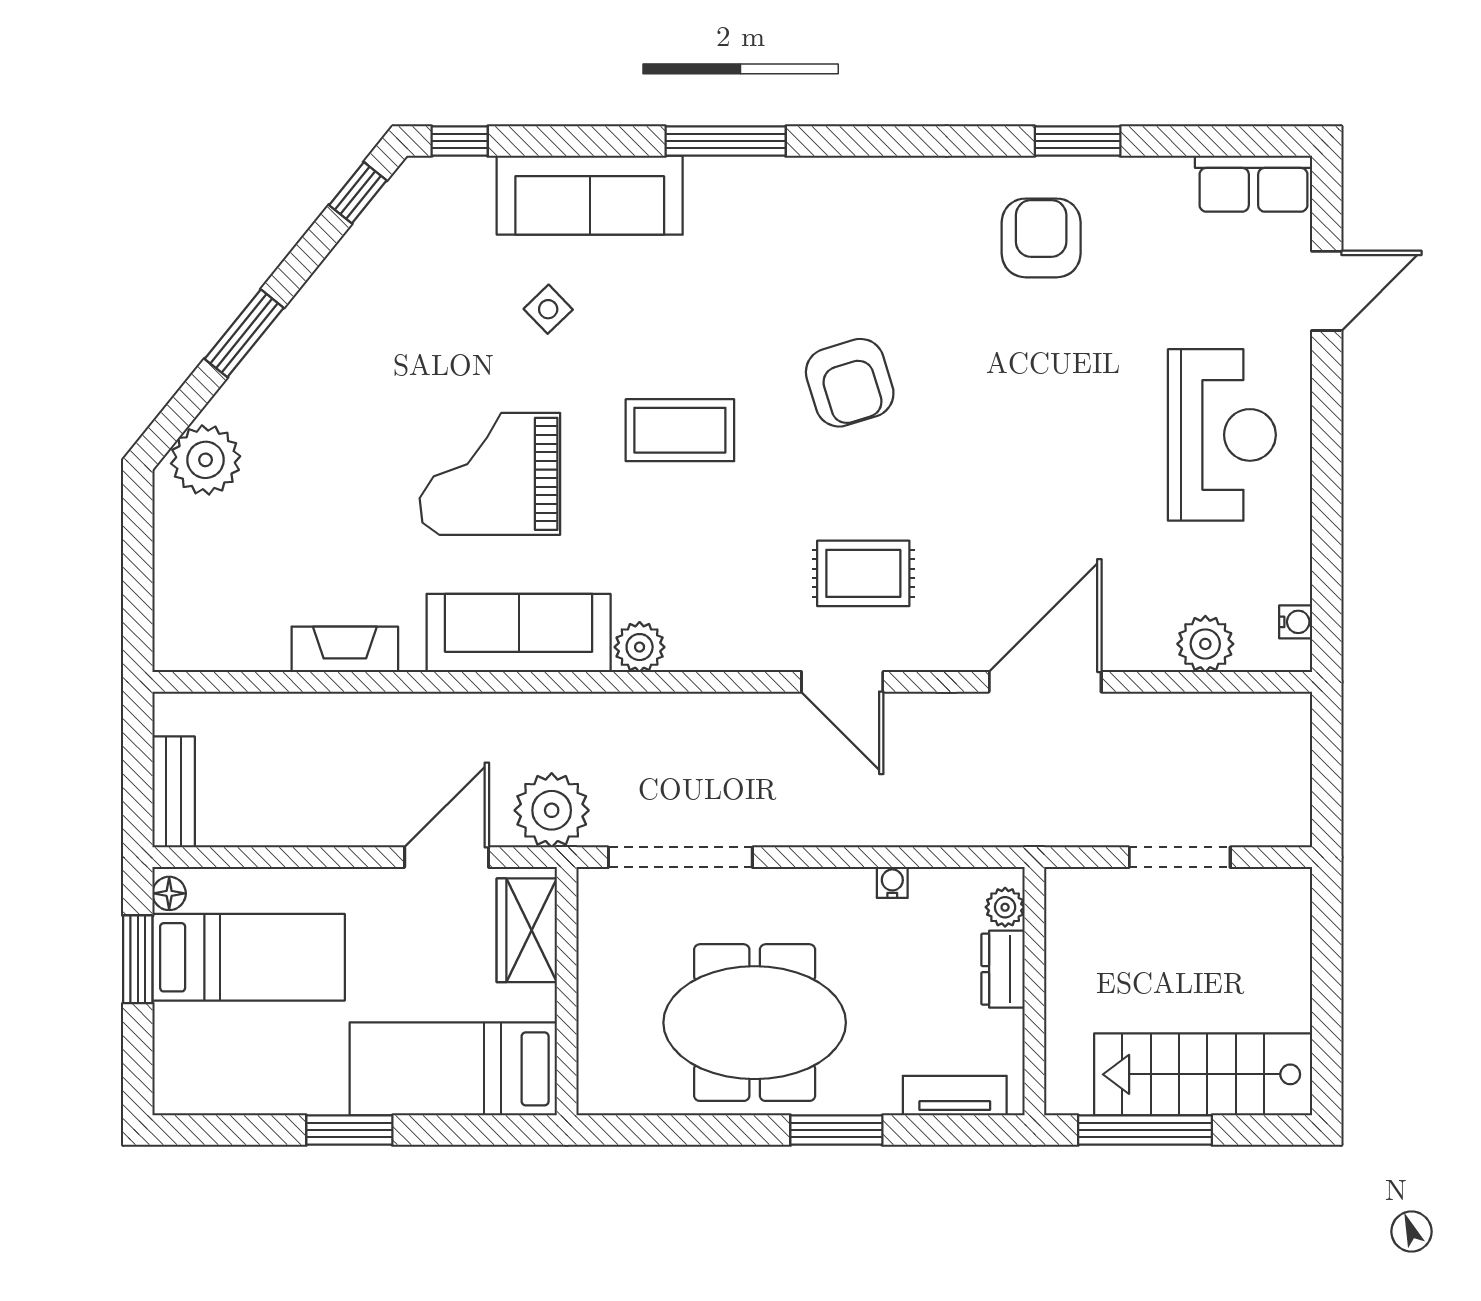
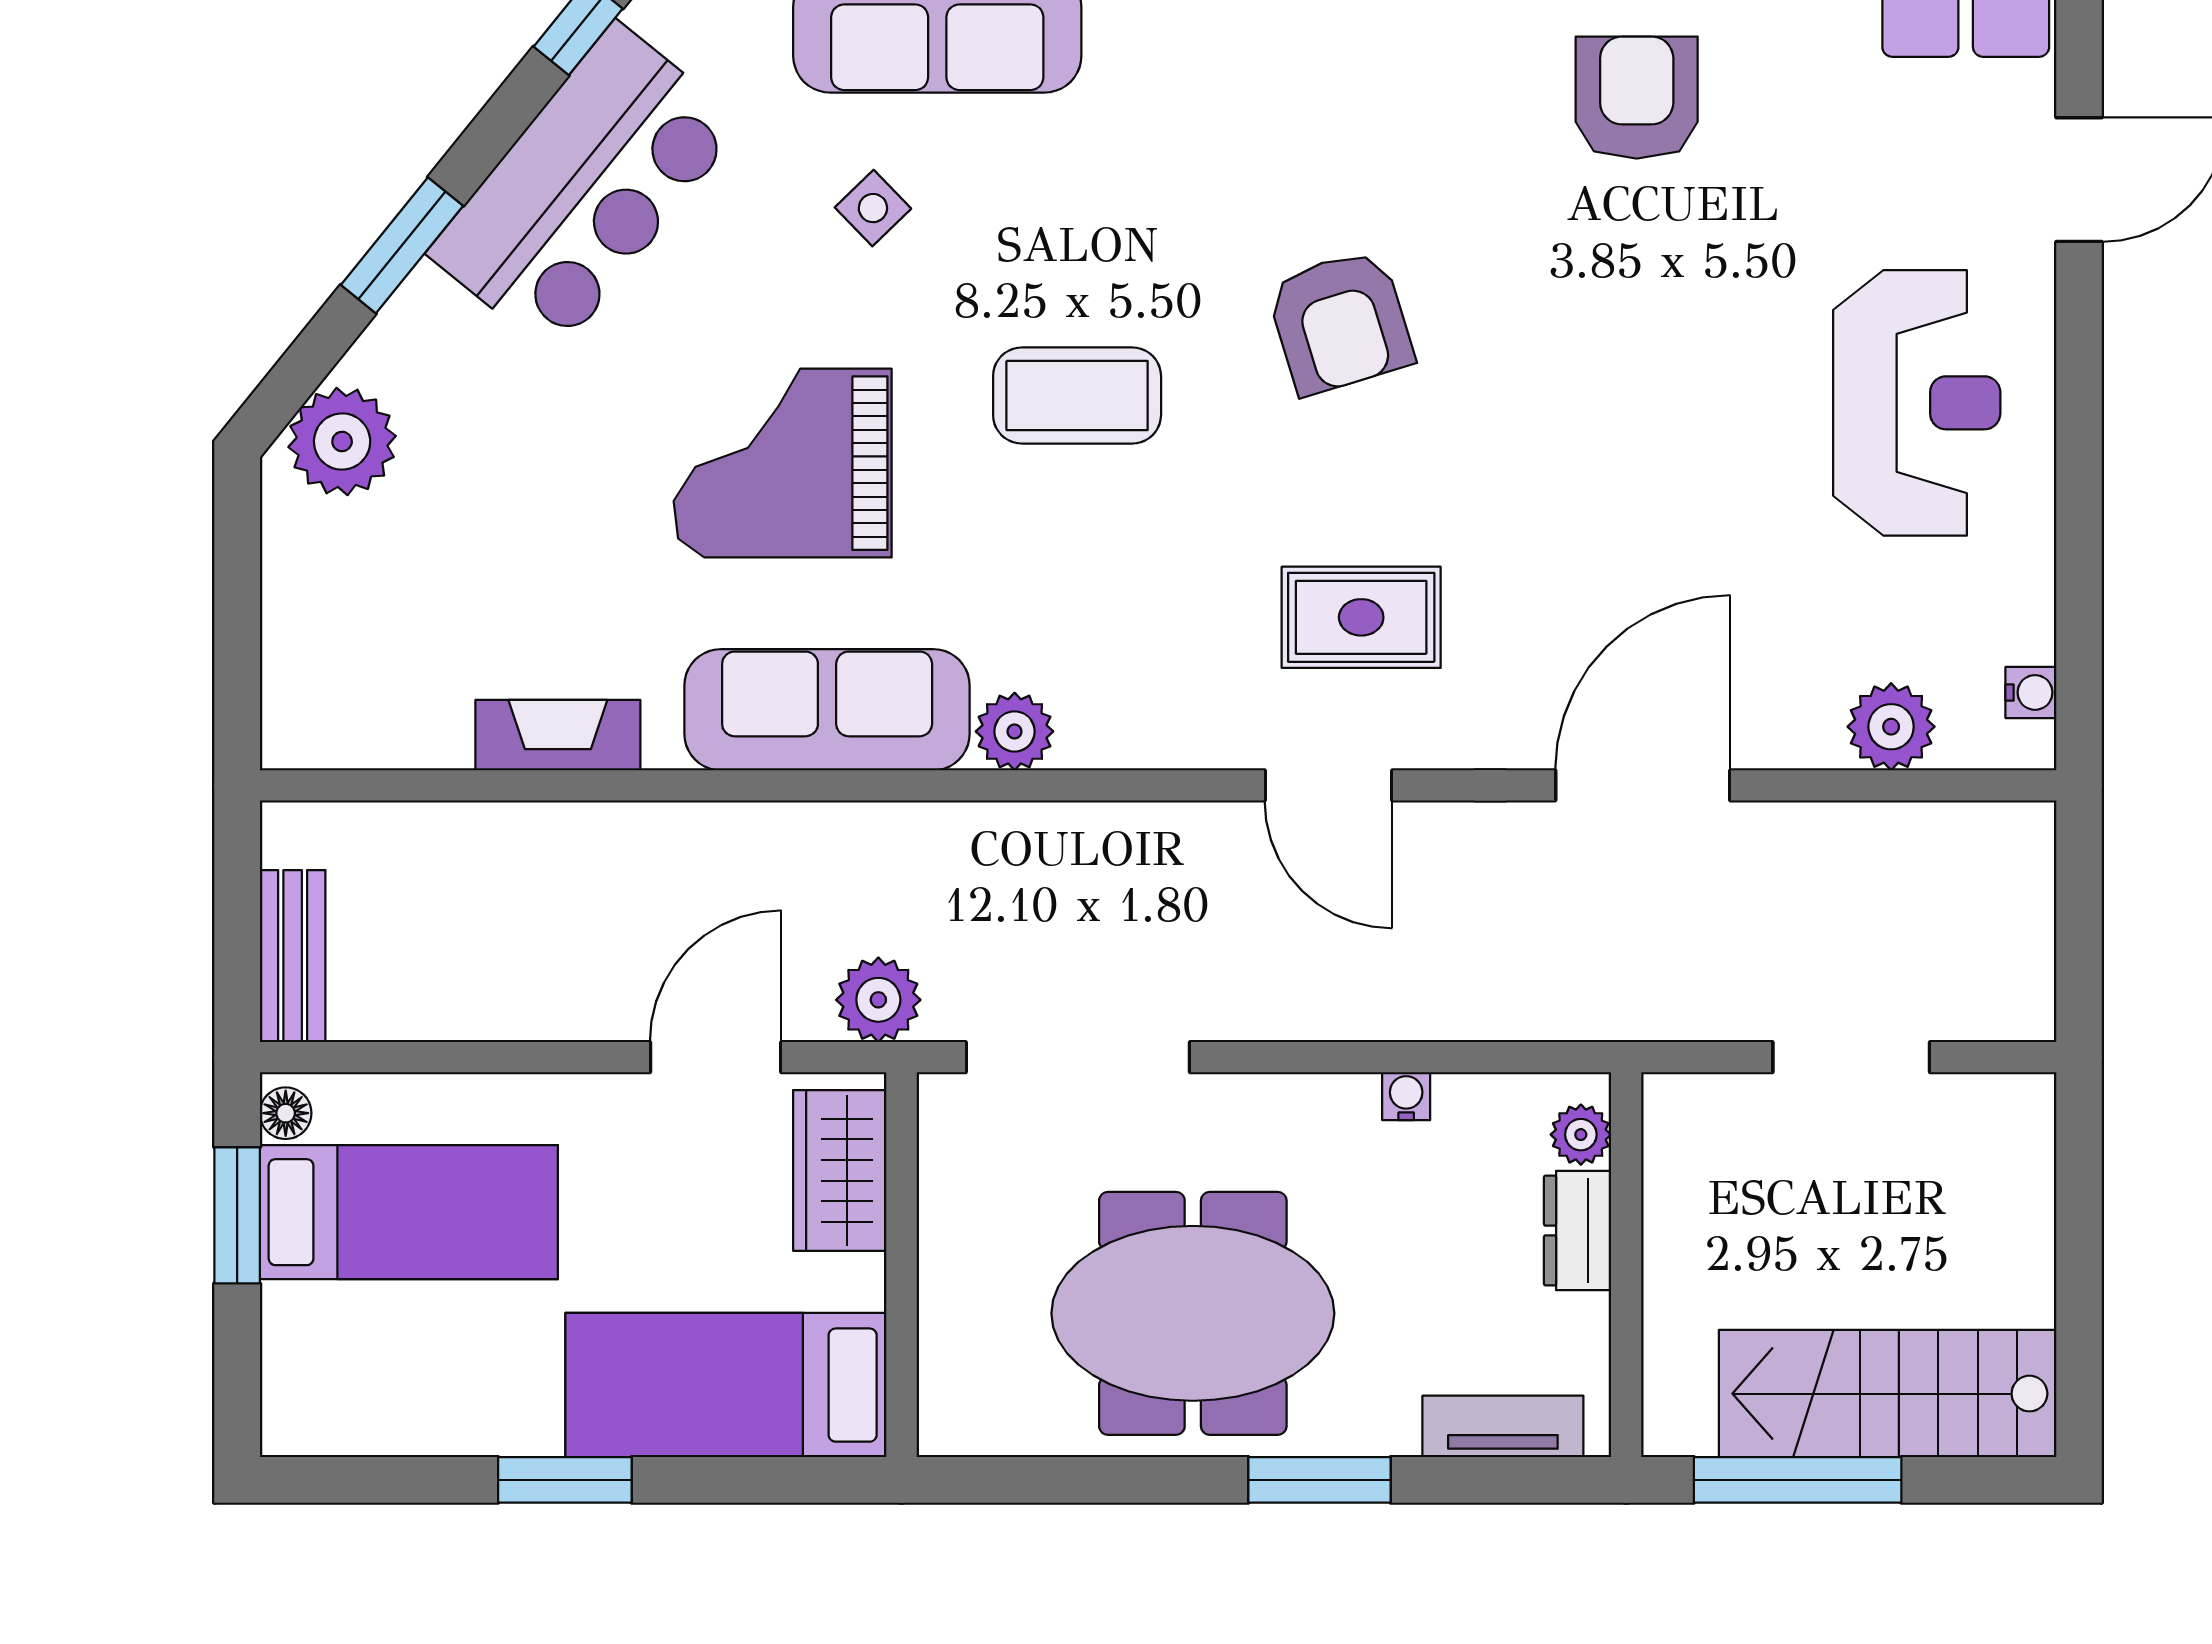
bar counter: (363, 297) -> (585, 189), added
plant: (552, 810) -> (878, 1000), width x0.73, depth x0.73

